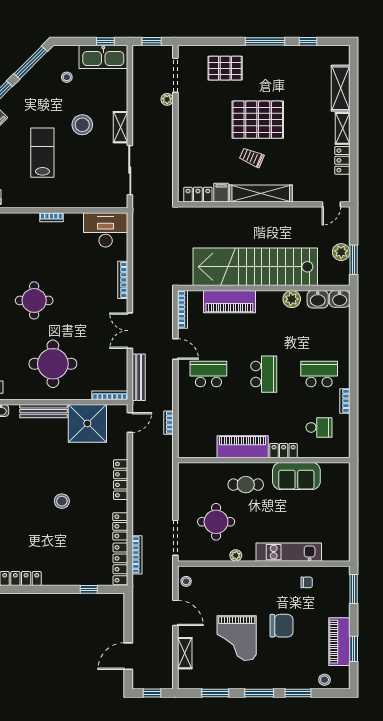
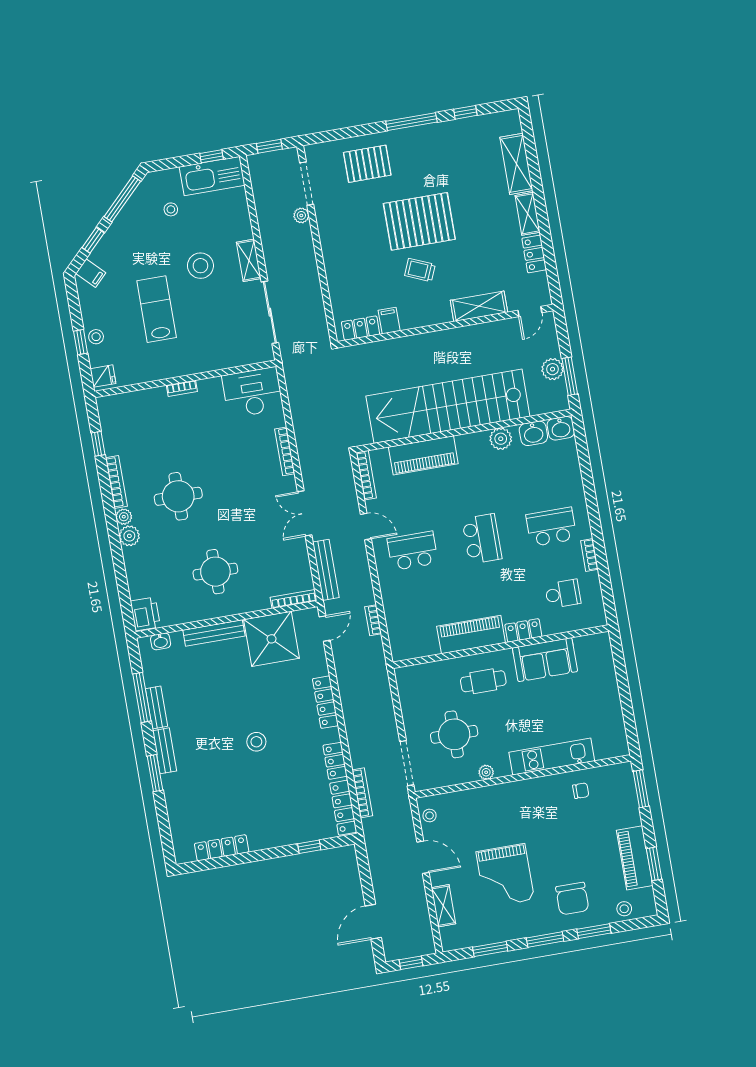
shelving: (261, 193) -> (479, 306), moved, width x0.68
round table: (53, 364) -> (215, 572), width x0.73, depth x0.73
chair: (281, 626) -> (572, 899), moved, turned 90

